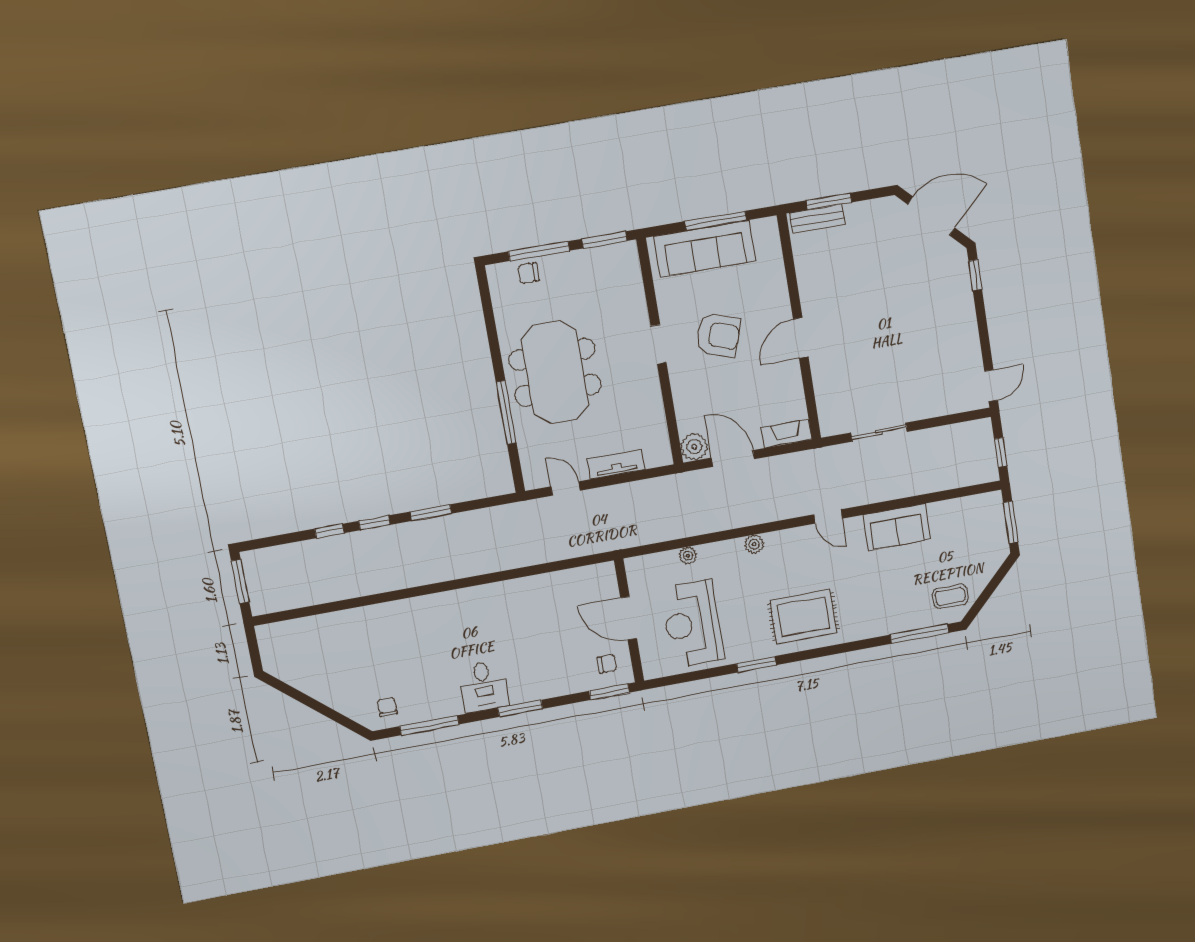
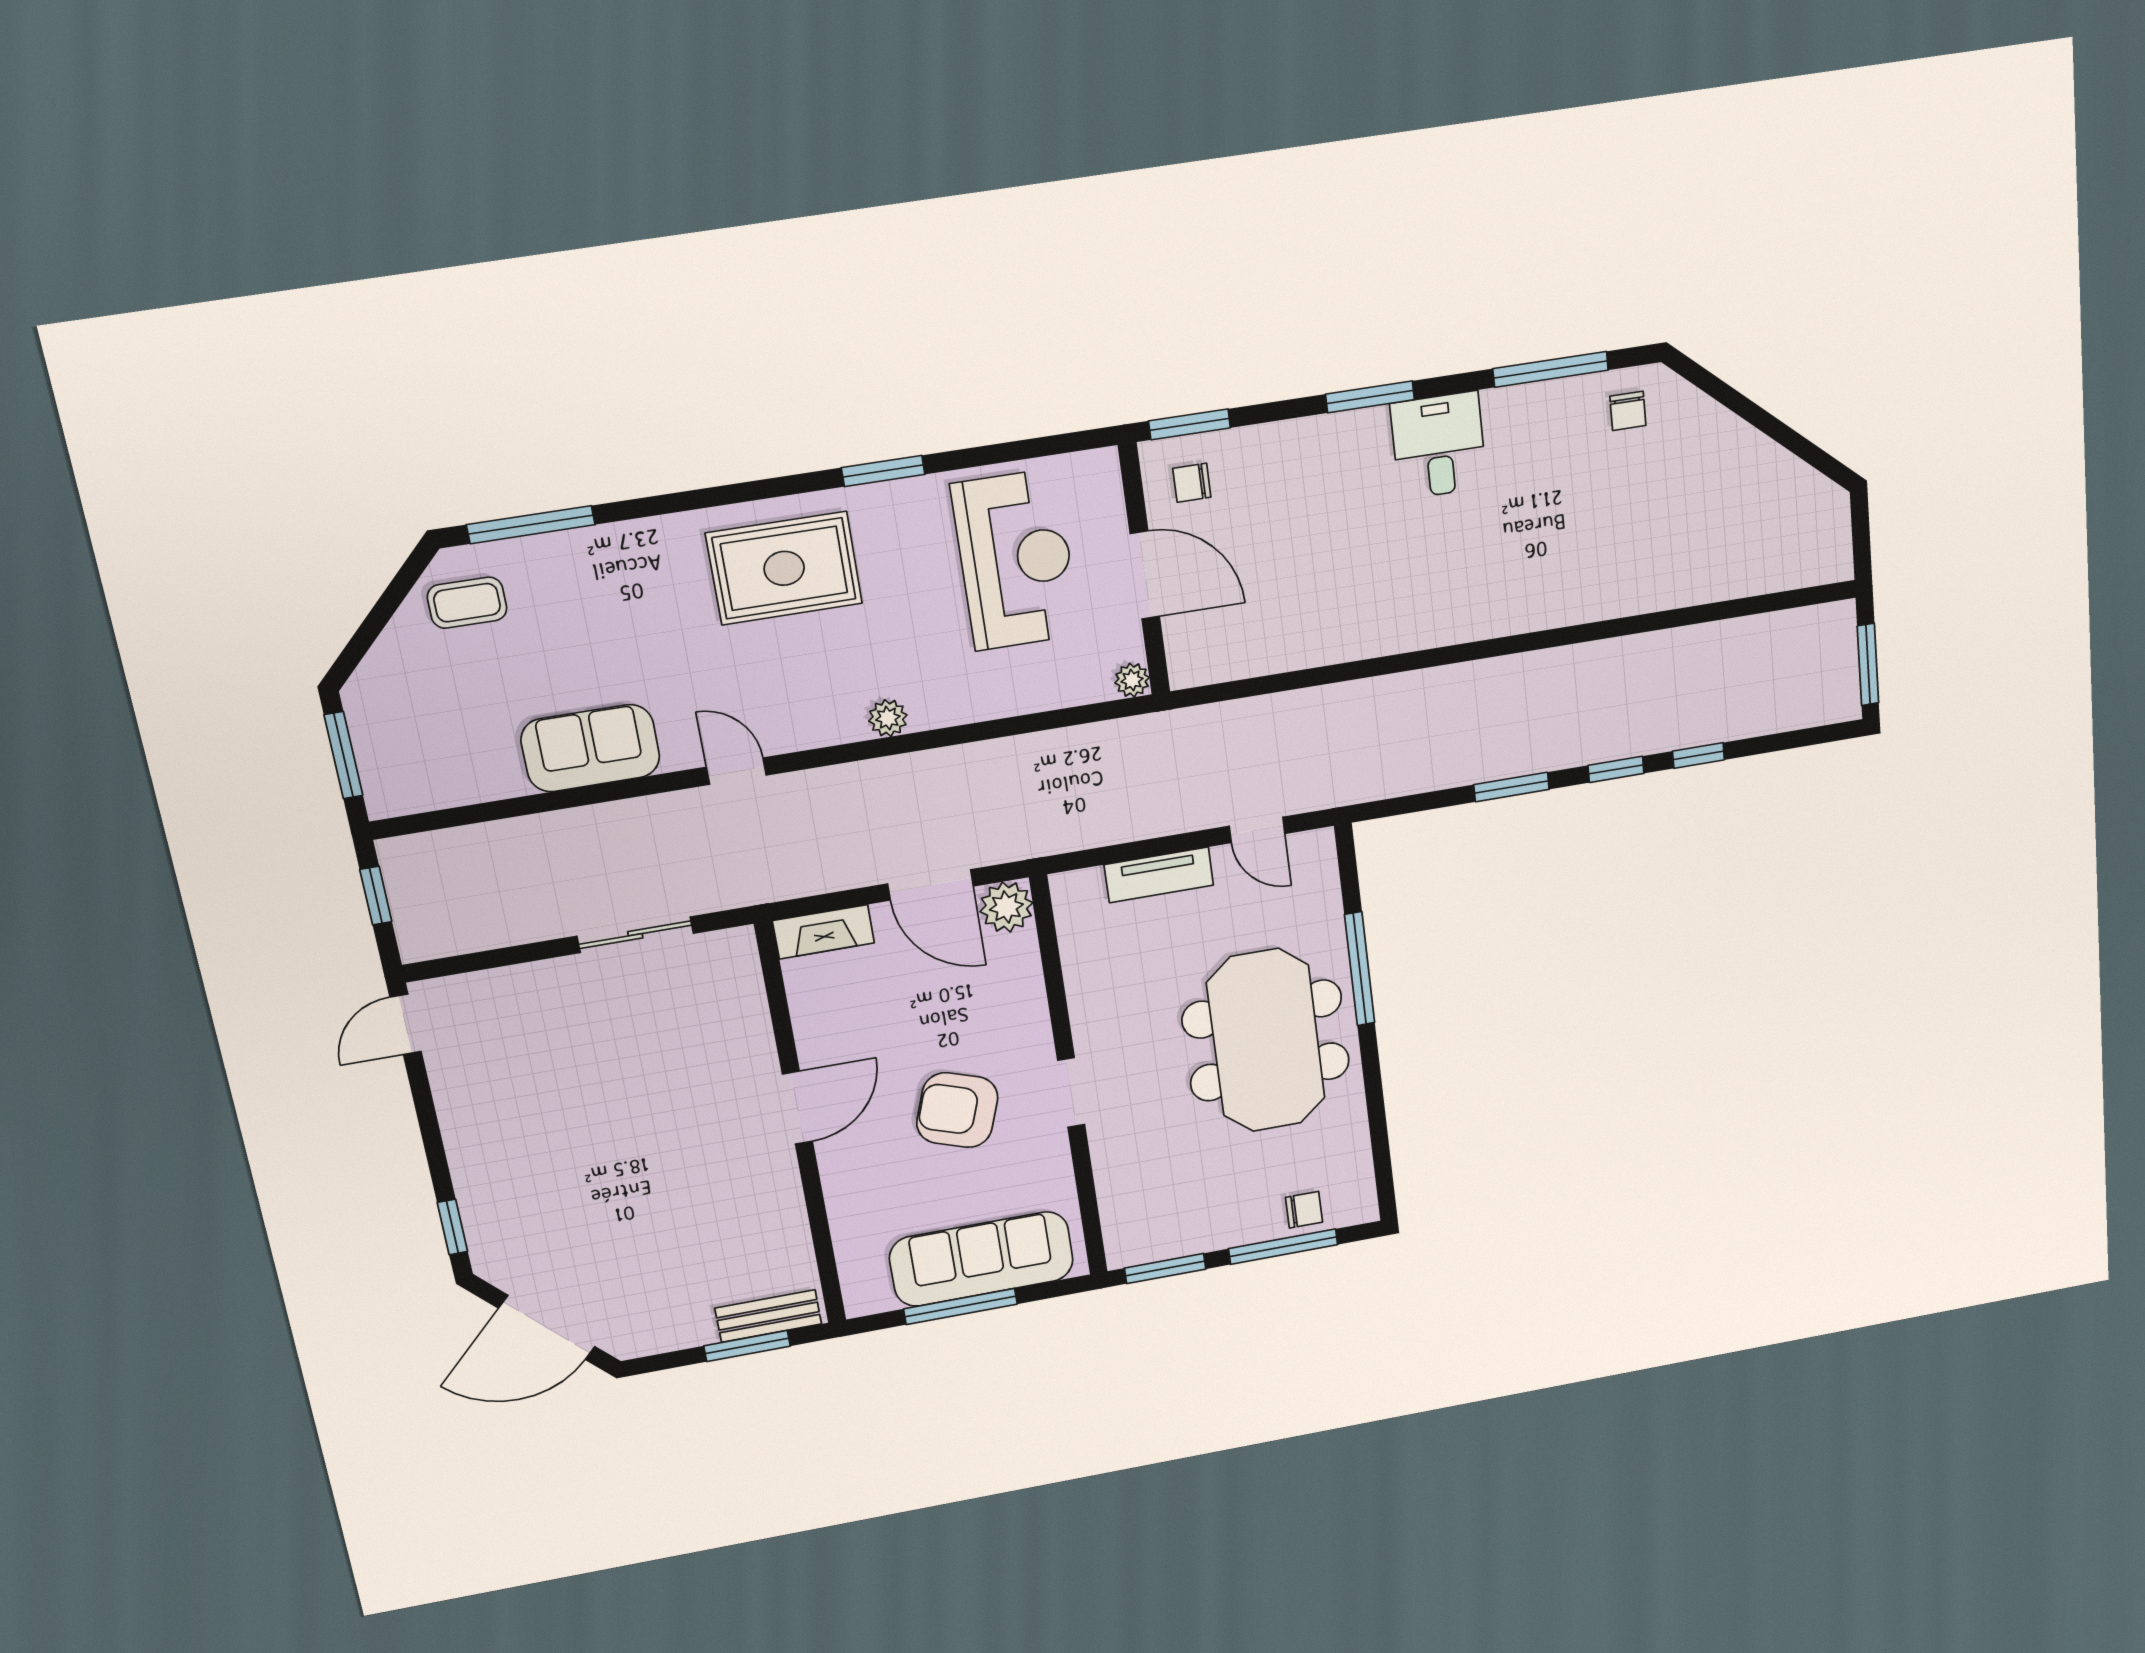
plant: (688, 556) -> (1132, 680), moved

